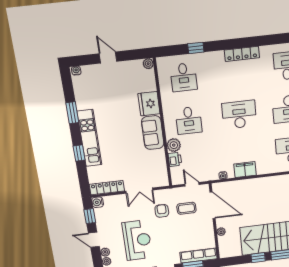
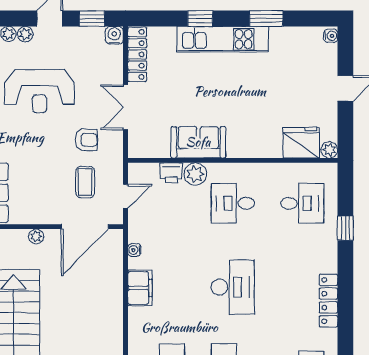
desk: (184, 77) -> (302, 203), turned 180
fridge: (149, 104) -> (301, 143), moved
sofa: (153, 133) -> (198, 142), moved

